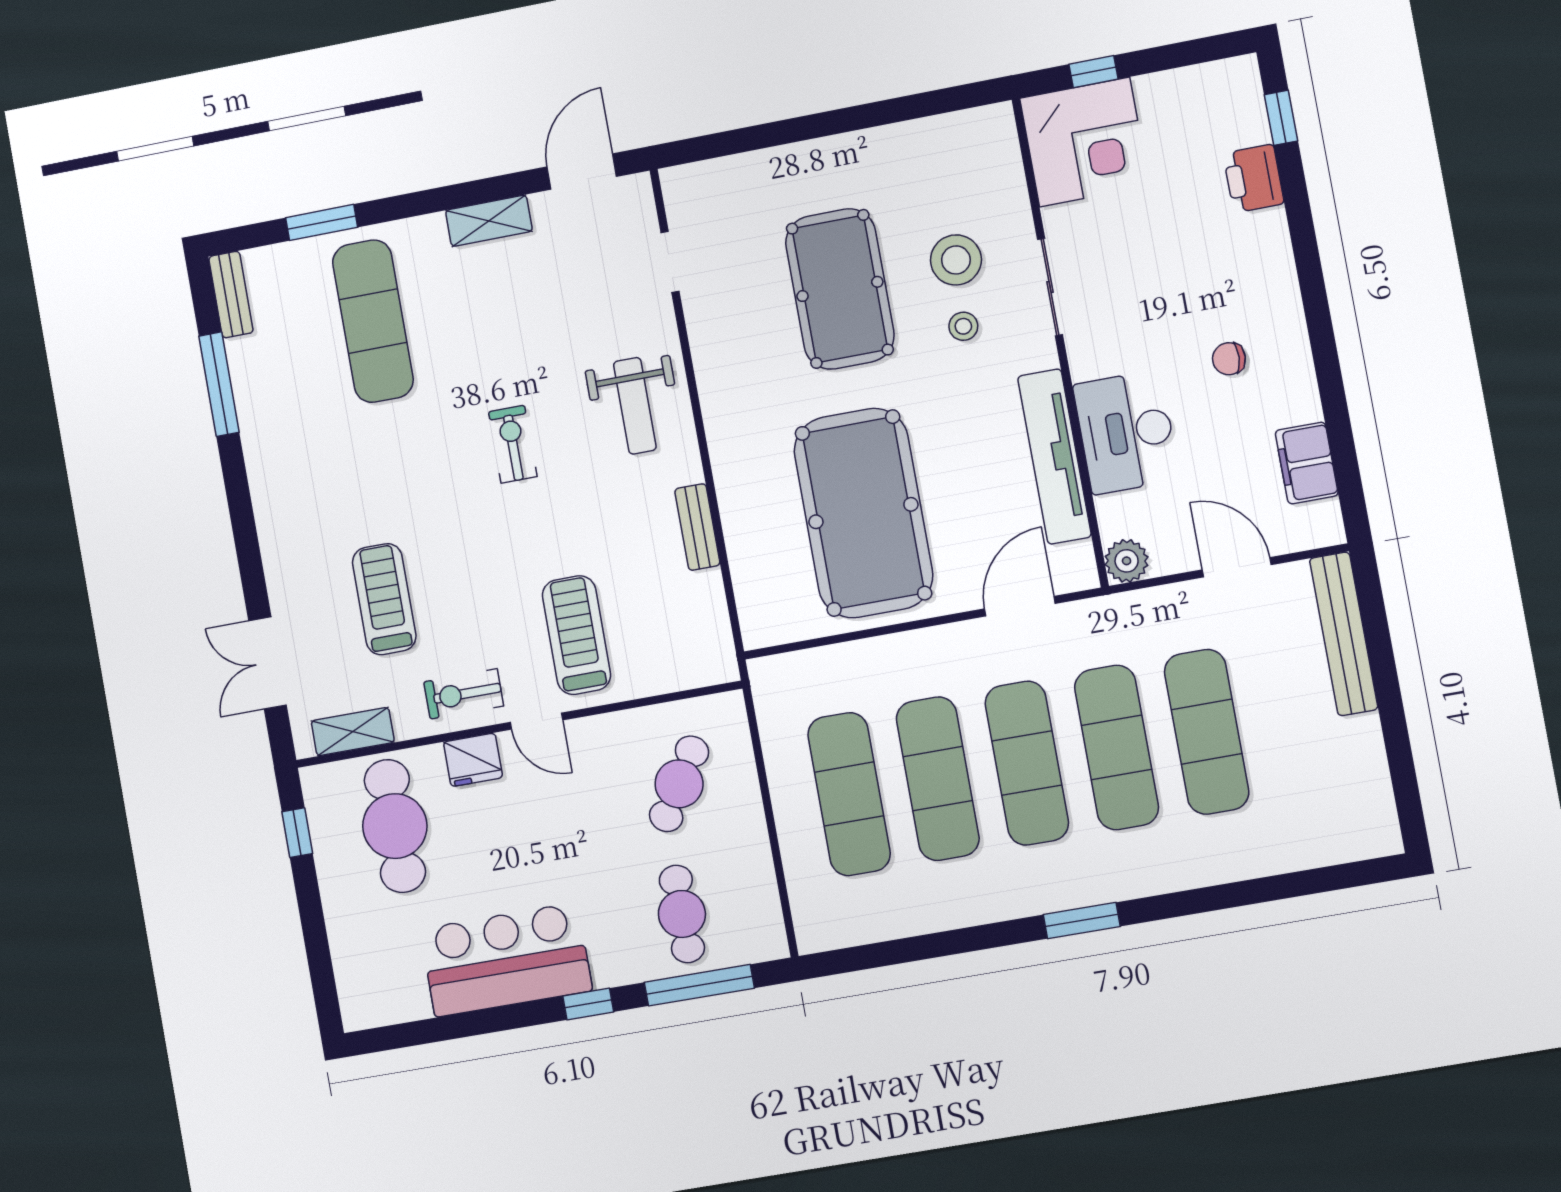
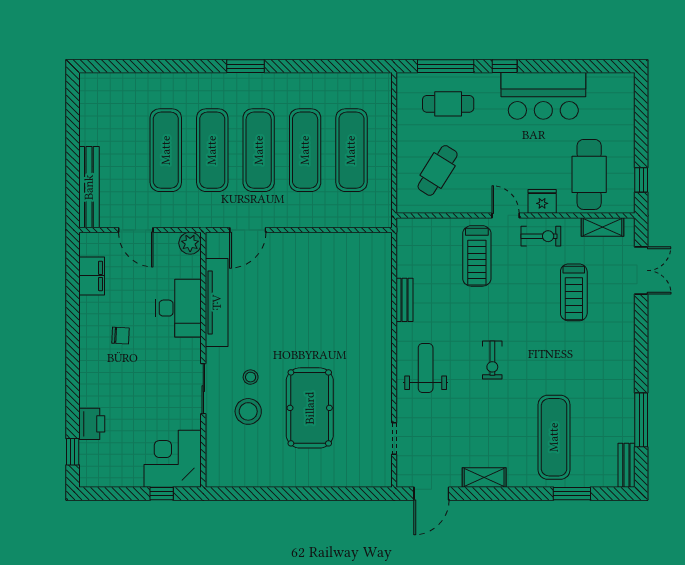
pool table: (863, 513) -> (318, 292), removed
cafe table: (682, 914) -> (448, 104), turned 90

